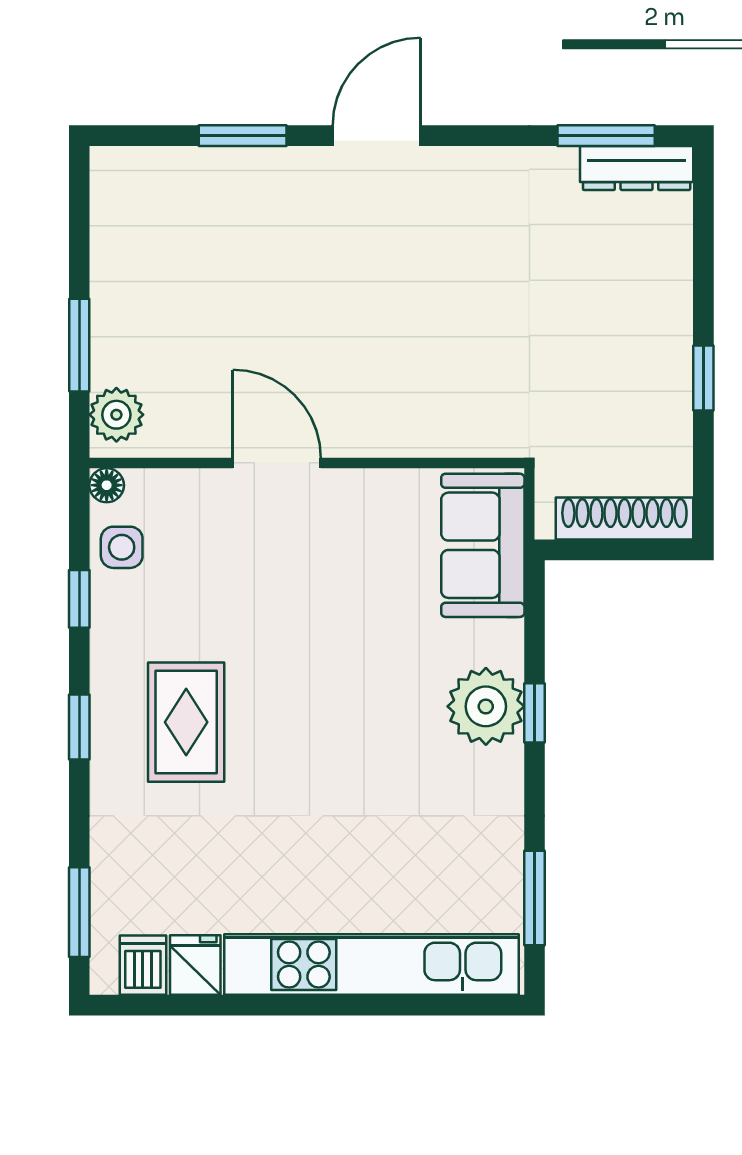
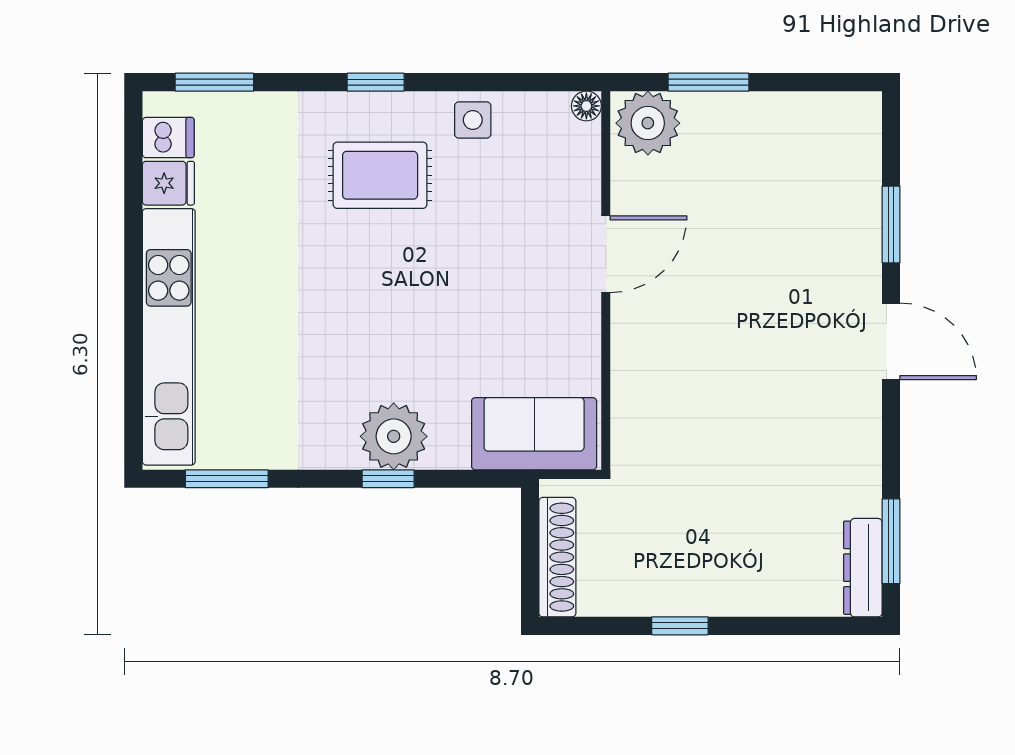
plant: (116, 415) -> (648, 123), width x1.36, depth x1.36
side table: (122, 547) -> (473, 120), moved
window: (79, 599) -> (487, 82), removed

